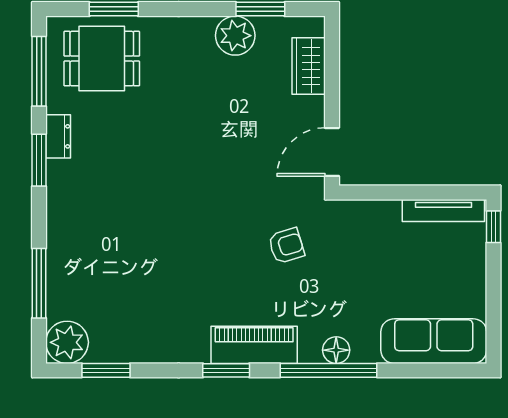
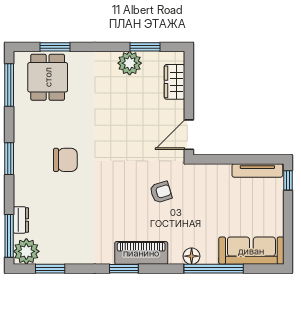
dining table: (102, 59) -> (48, 77), turned 90
dresser: (58, 136) -> (21, 220), moved
window: (39, 160) -> (9, 159), moved
chair: (131, 193) -> (65, 160), added
window: (39, 283) -> (9, 236), moved
window: (328, 370) -> (214, 269), moved

